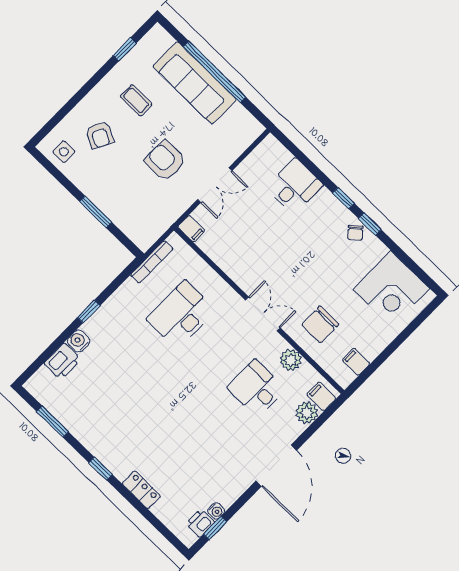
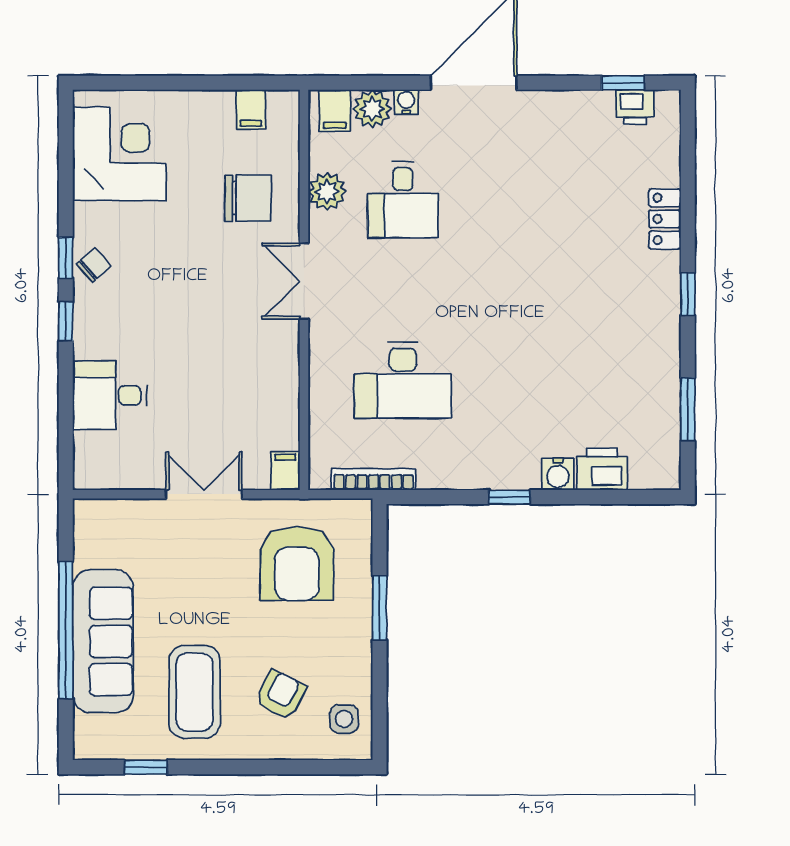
coffee table: (136, 100) -> (195, 692), width x1.86, depth x1.72
armchair: (165, 161) -> (297, 564), moved, width x1.36, depth x1.36
water cooler: (216, 511) -> (406, 102), moved

